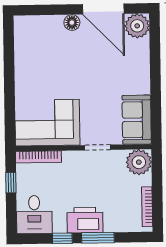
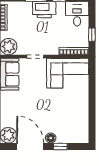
window: (57, 10) -> (60, 147), added

